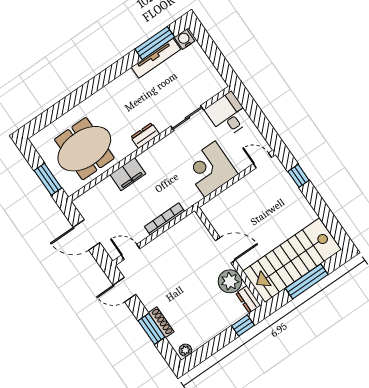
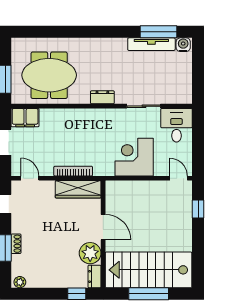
filing cabinet: (128, 174) -> (25, 118), moved
wardrobe: (180, 232) -> (78, 189), added
shoe rack: (161, 322) -> (16, 244), width x0.70

